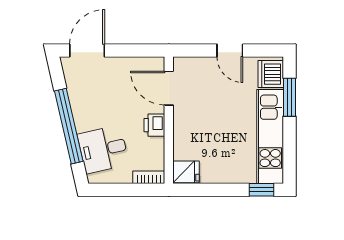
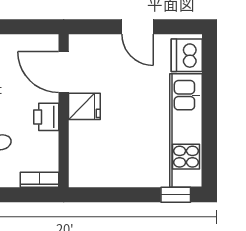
window: (290, 97) -> (209, 83), removed
fridge: (186, 172) -> (84, 106), moved

